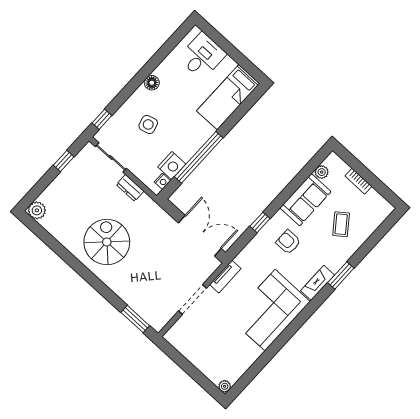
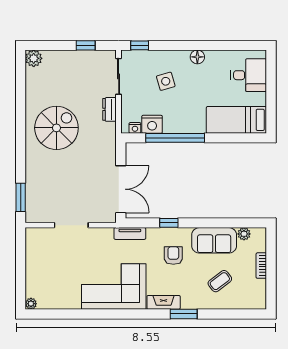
tv unit: (225, 277) -> (130, 233), moved

